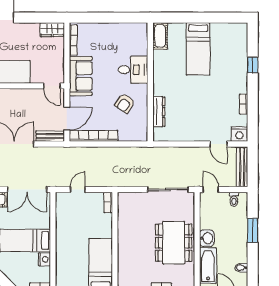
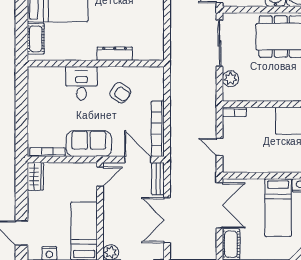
cot: (160, 36) -> (36, 39), moved, turned 90
dresser: (159, 112) -> (115, 54), moved
plant: (137, 199) -> (230, 79), added

